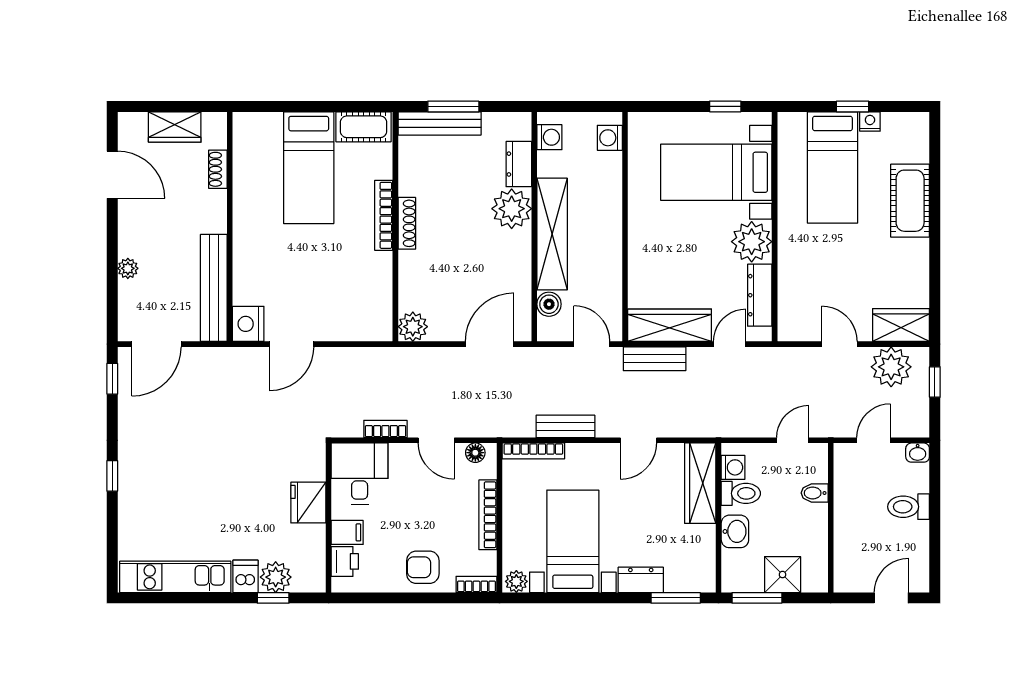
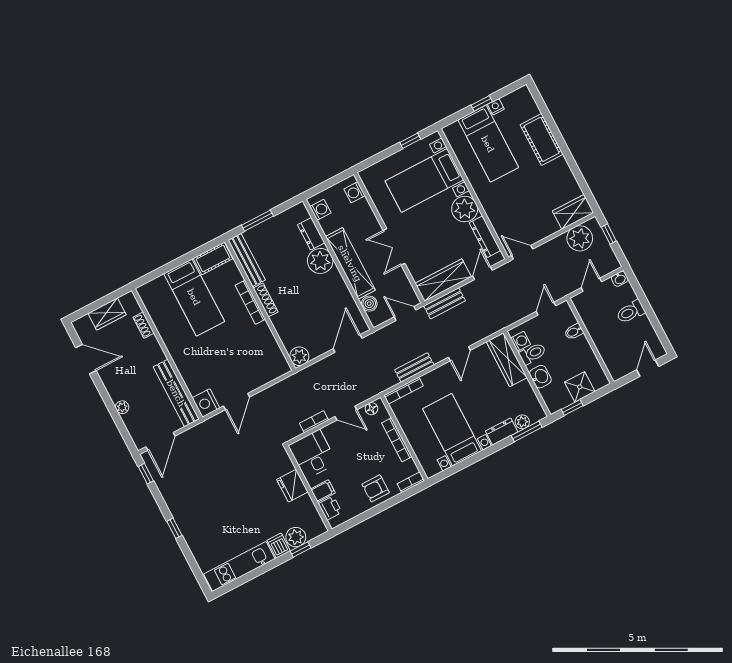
bench: (440, 123) -> (247, 260), moved, turned 90
double door: (625, 243) -> (394, 247), added
door: (839, 344) -> (522, 252), moved
plant: (516, 581) -> (522, 422), moved
window: (757, 598) -> (572, 408), width x0.67

